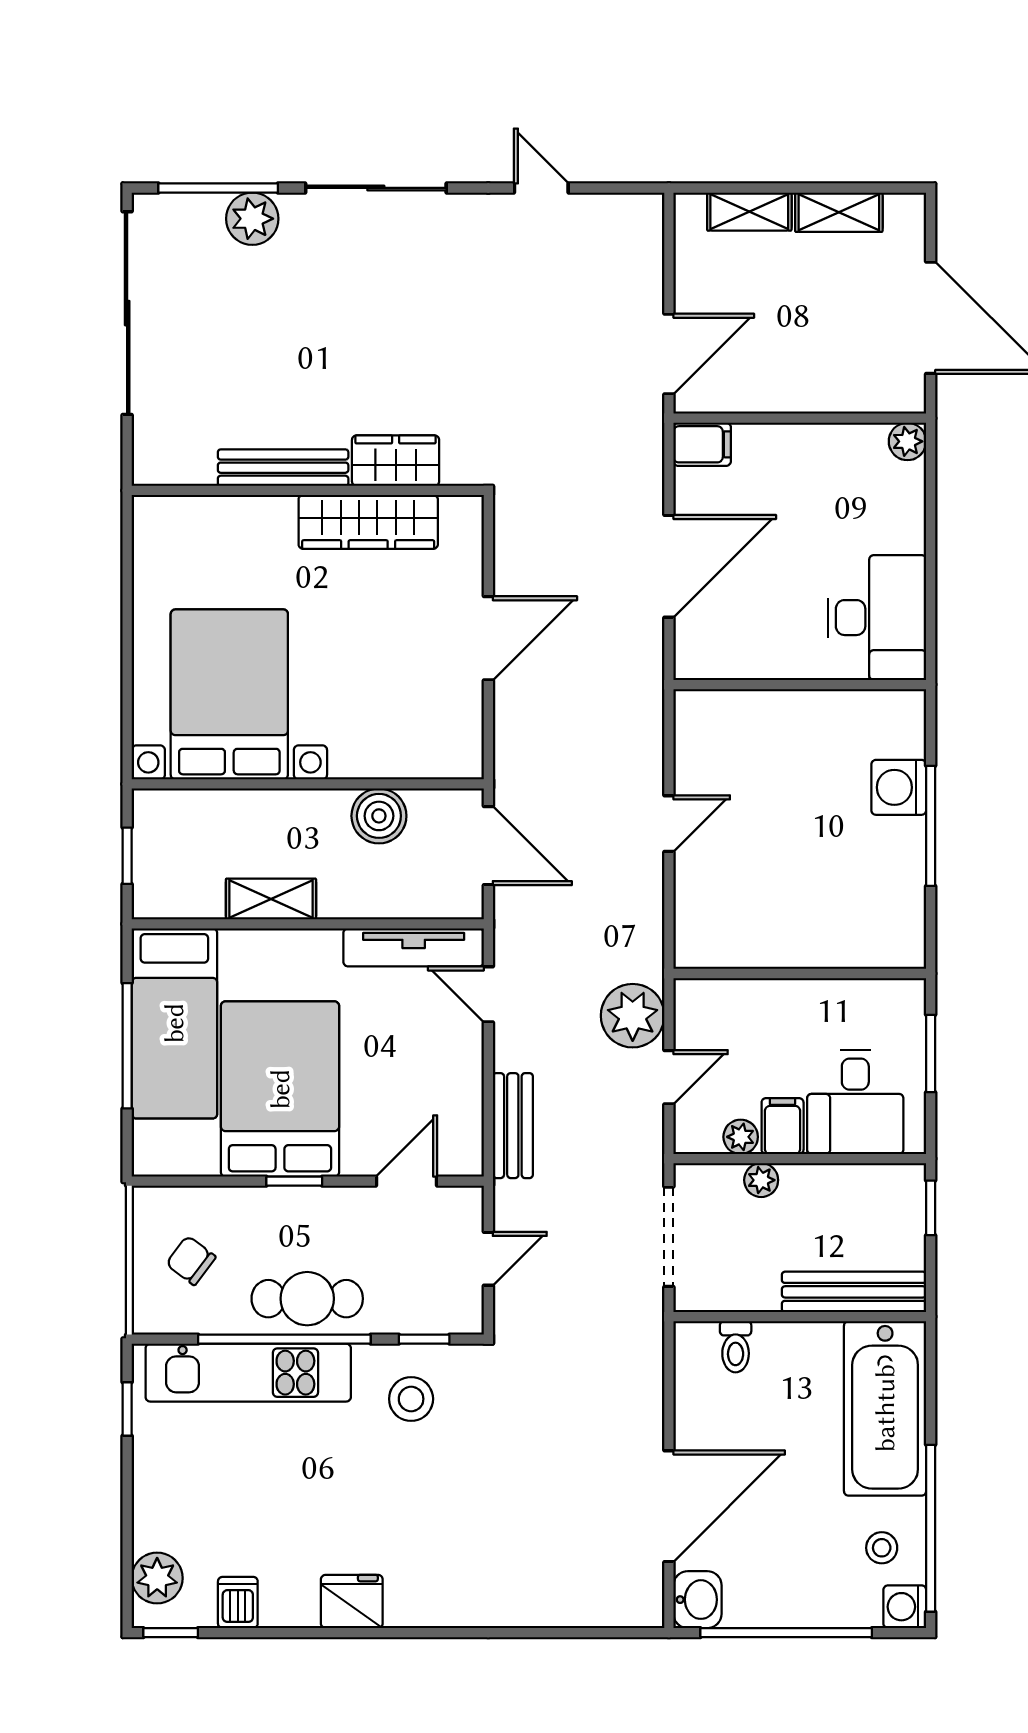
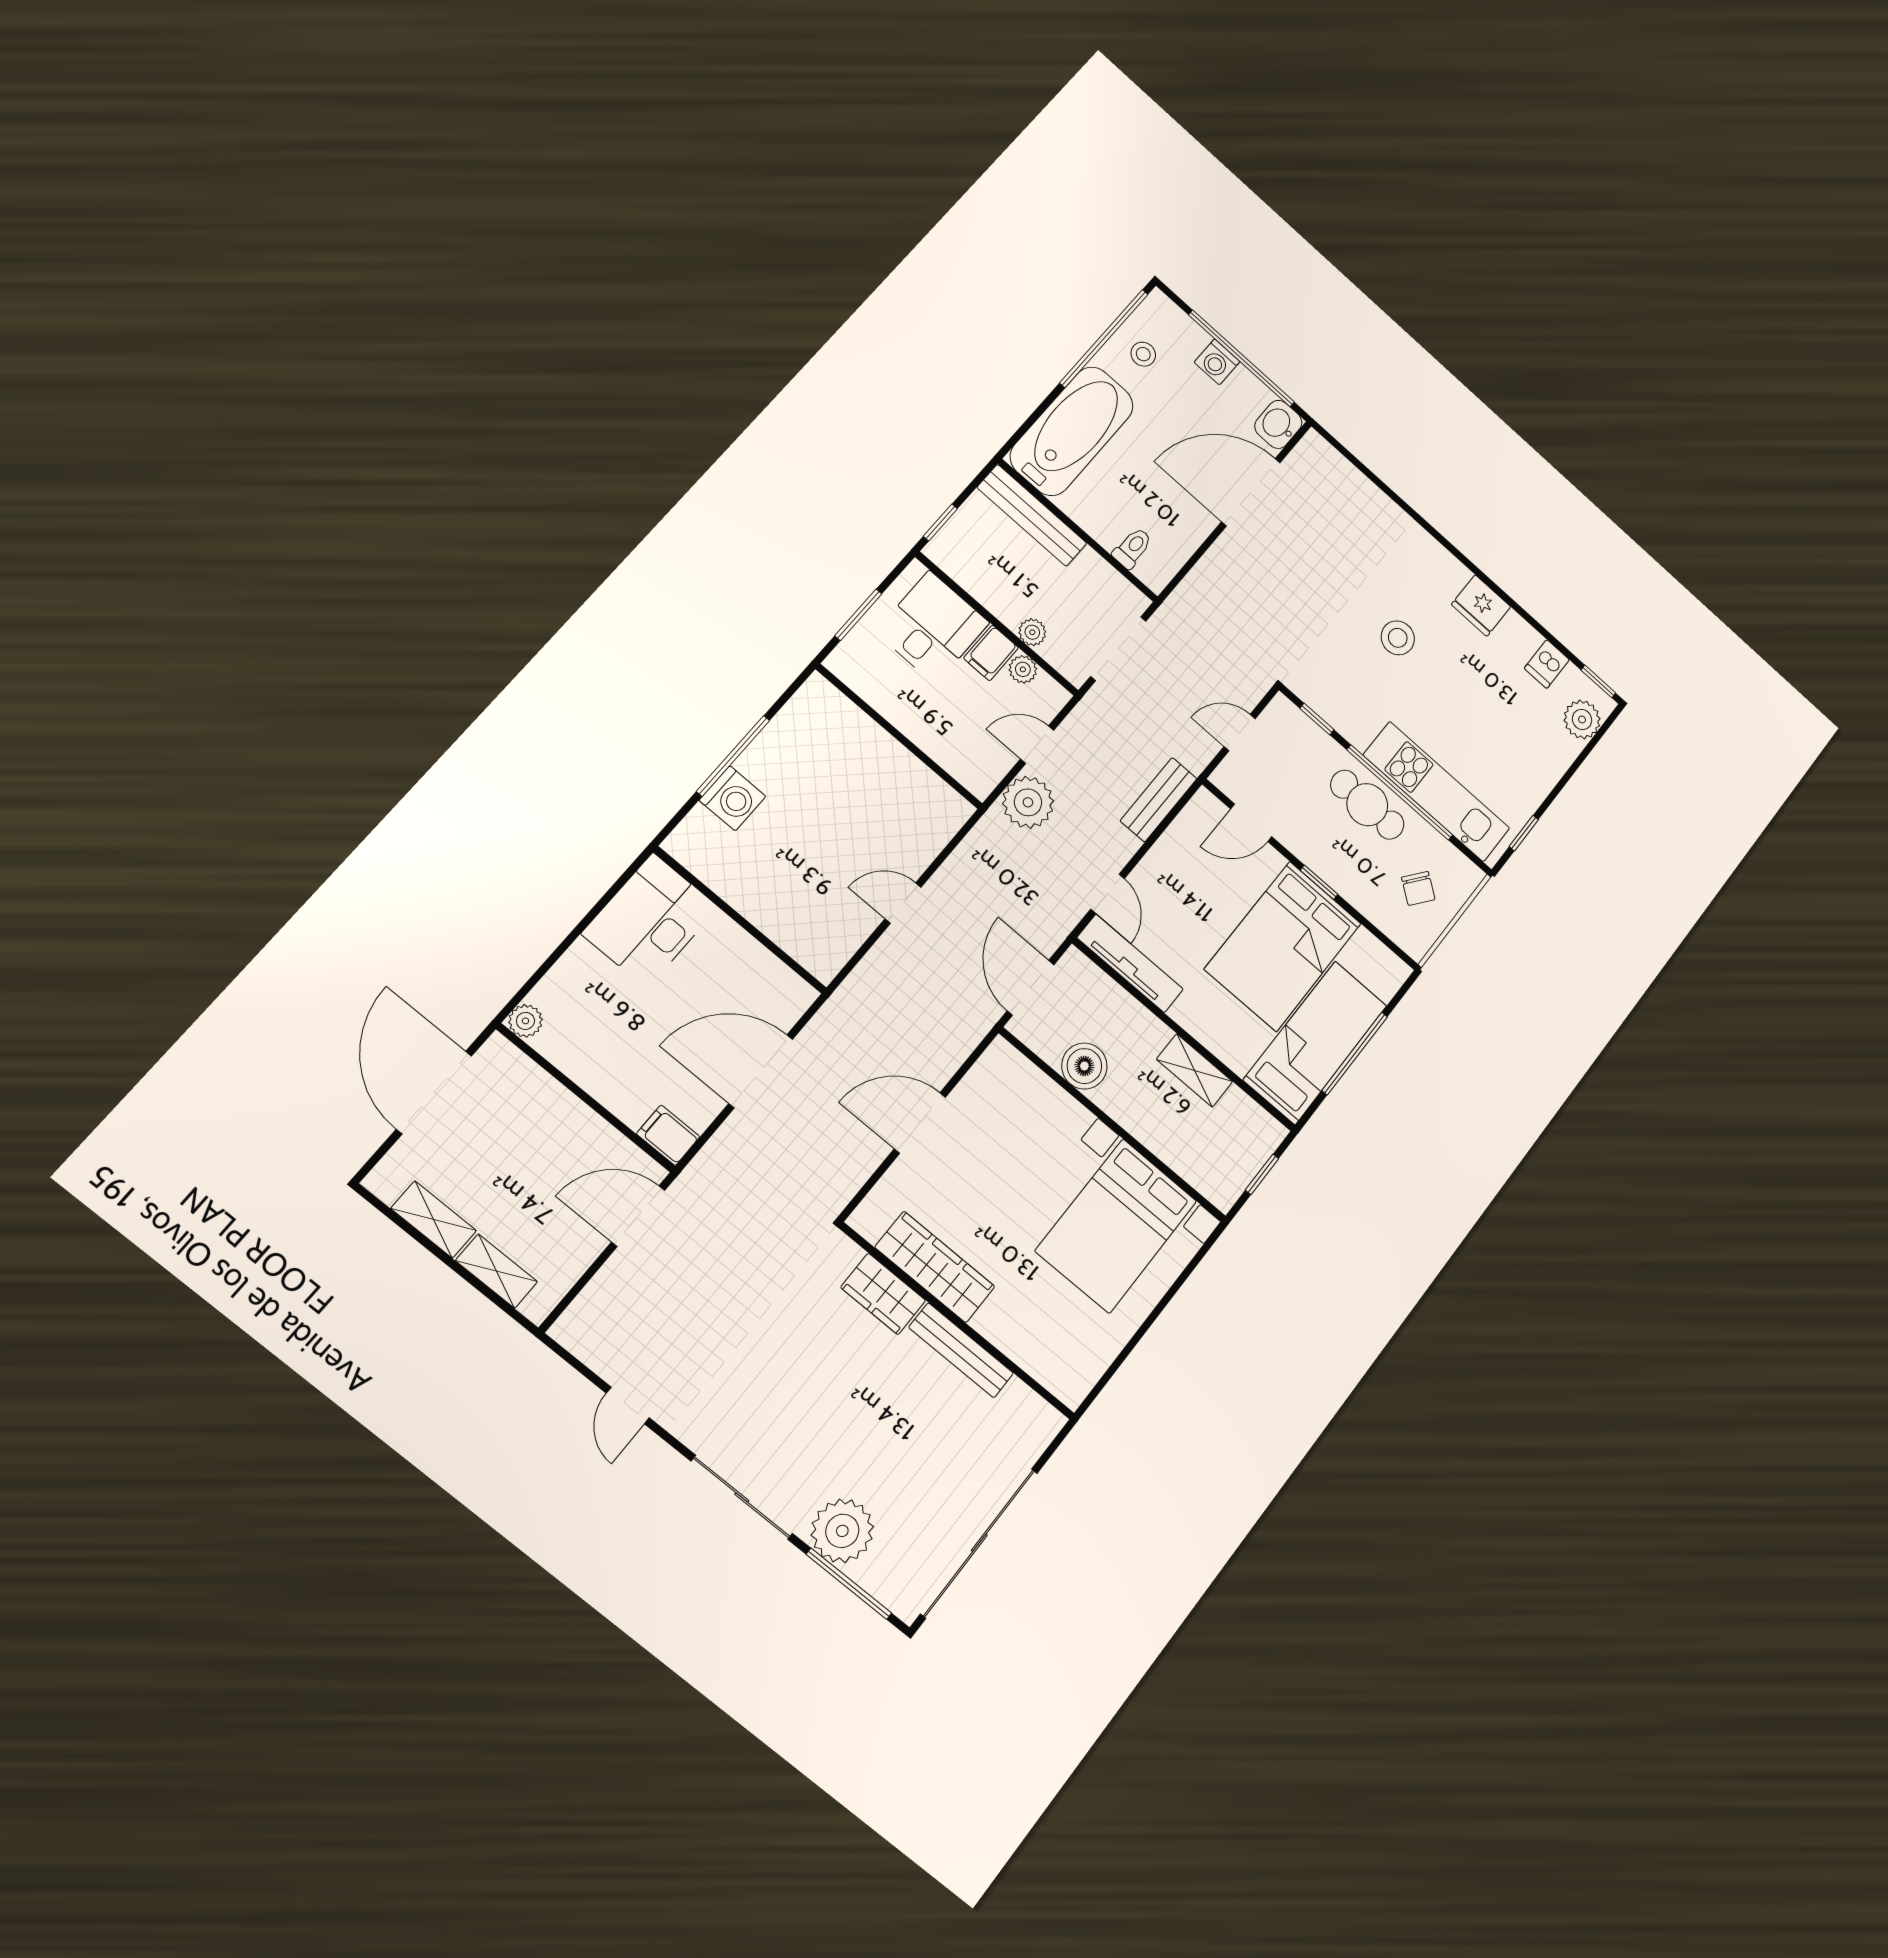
plant: (252, 219) -> (842, 1531), width x1.36, depth x1.36
stool: (411, 1399) -> (1398, 638), moved
washing machine: (905, 1607) -> (1217, 362), moved, turned 90

